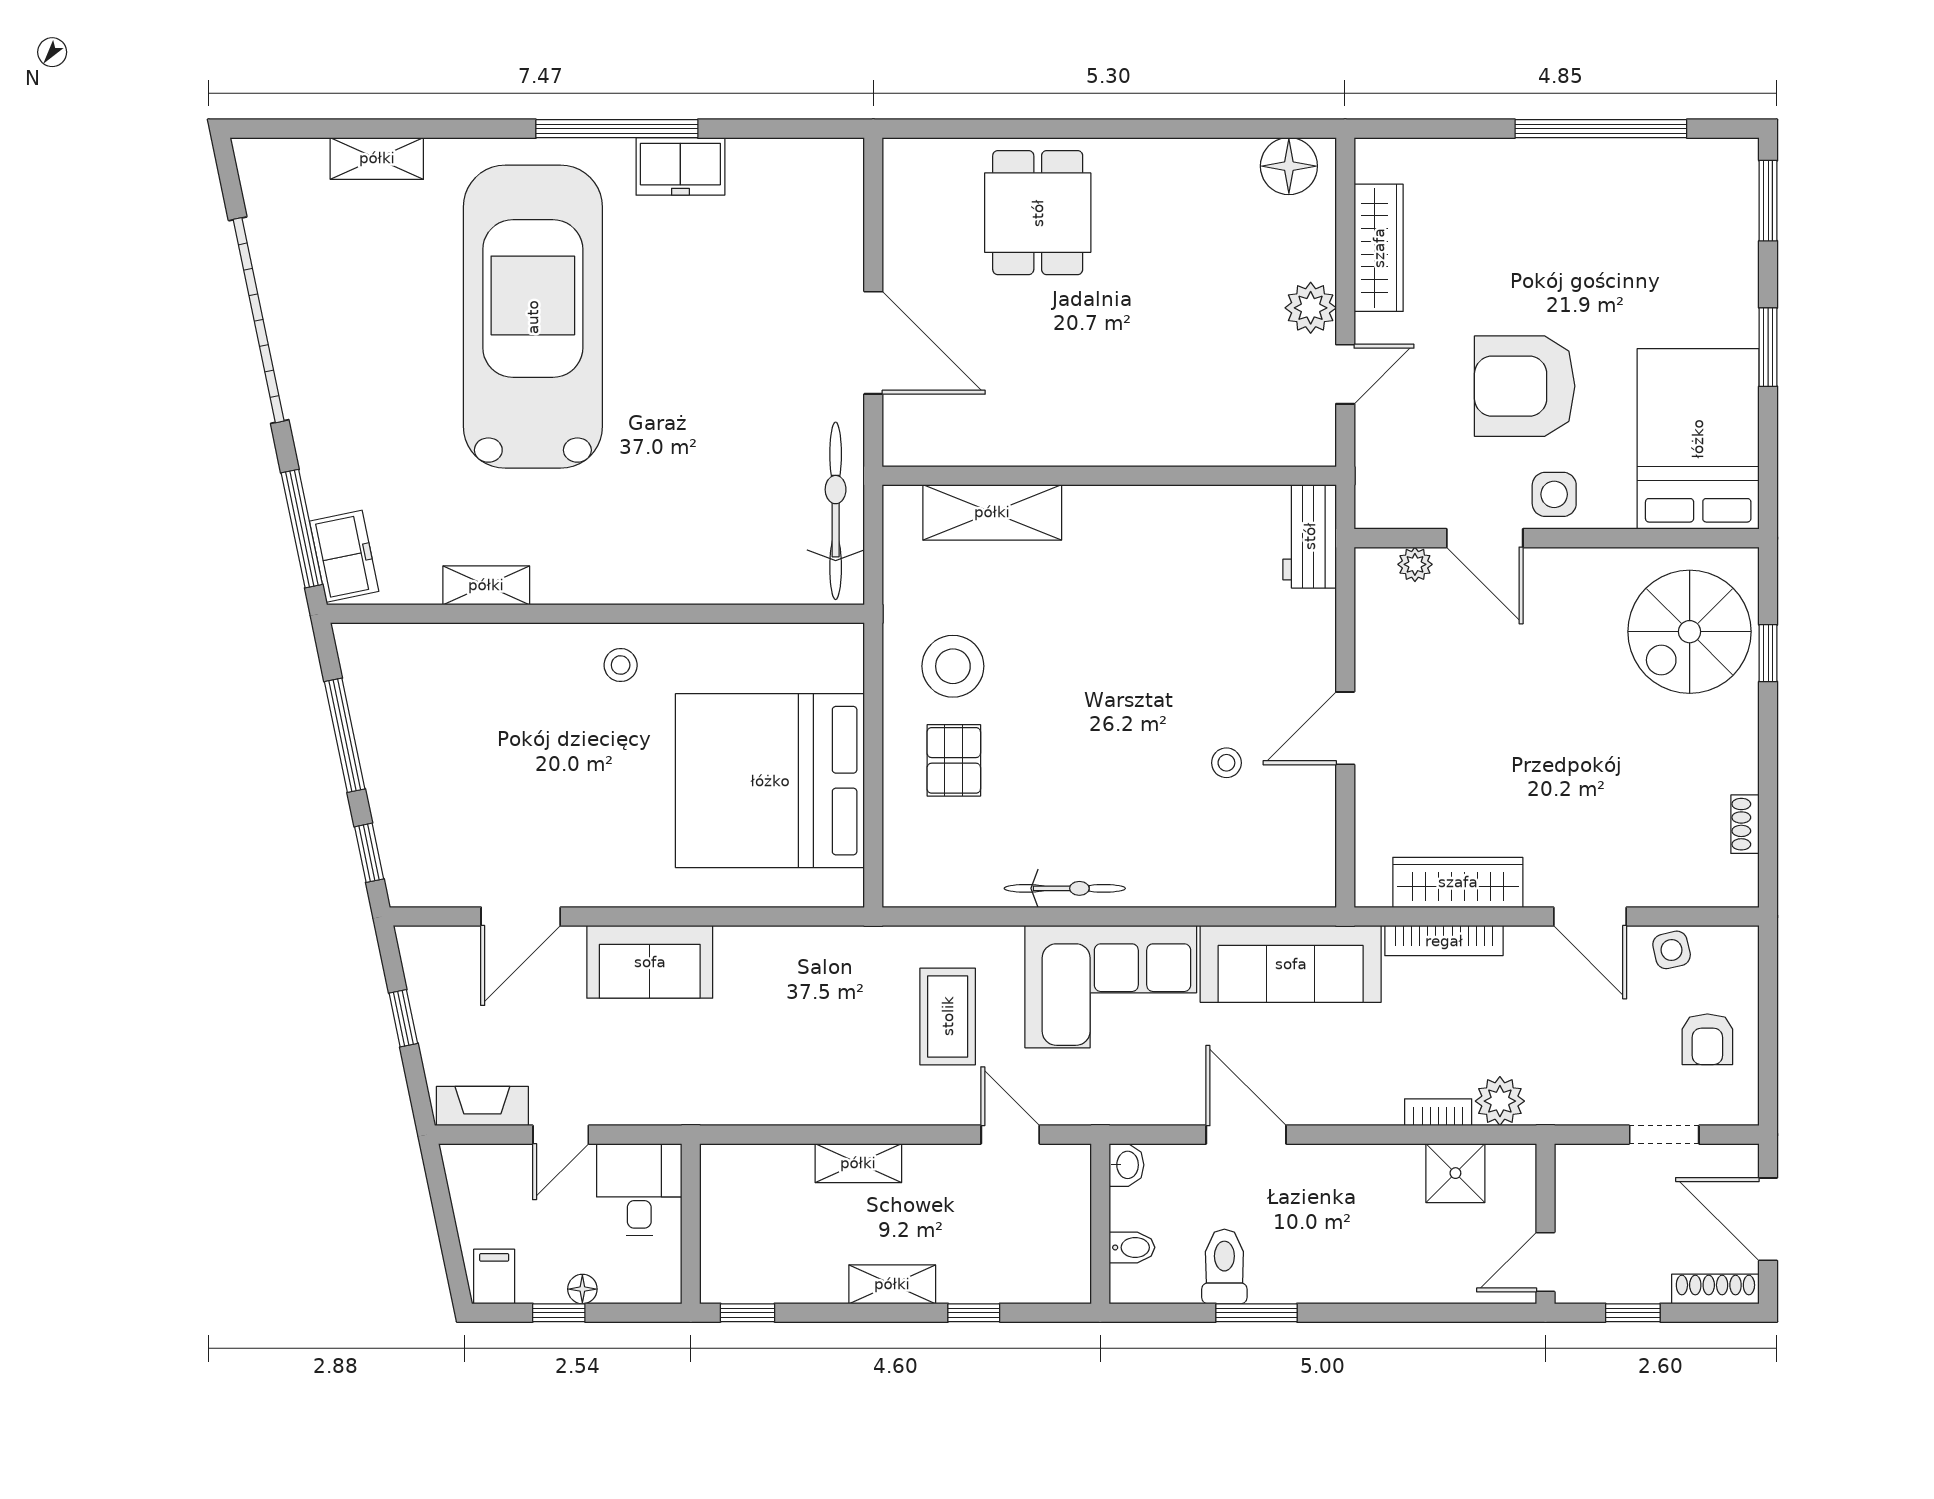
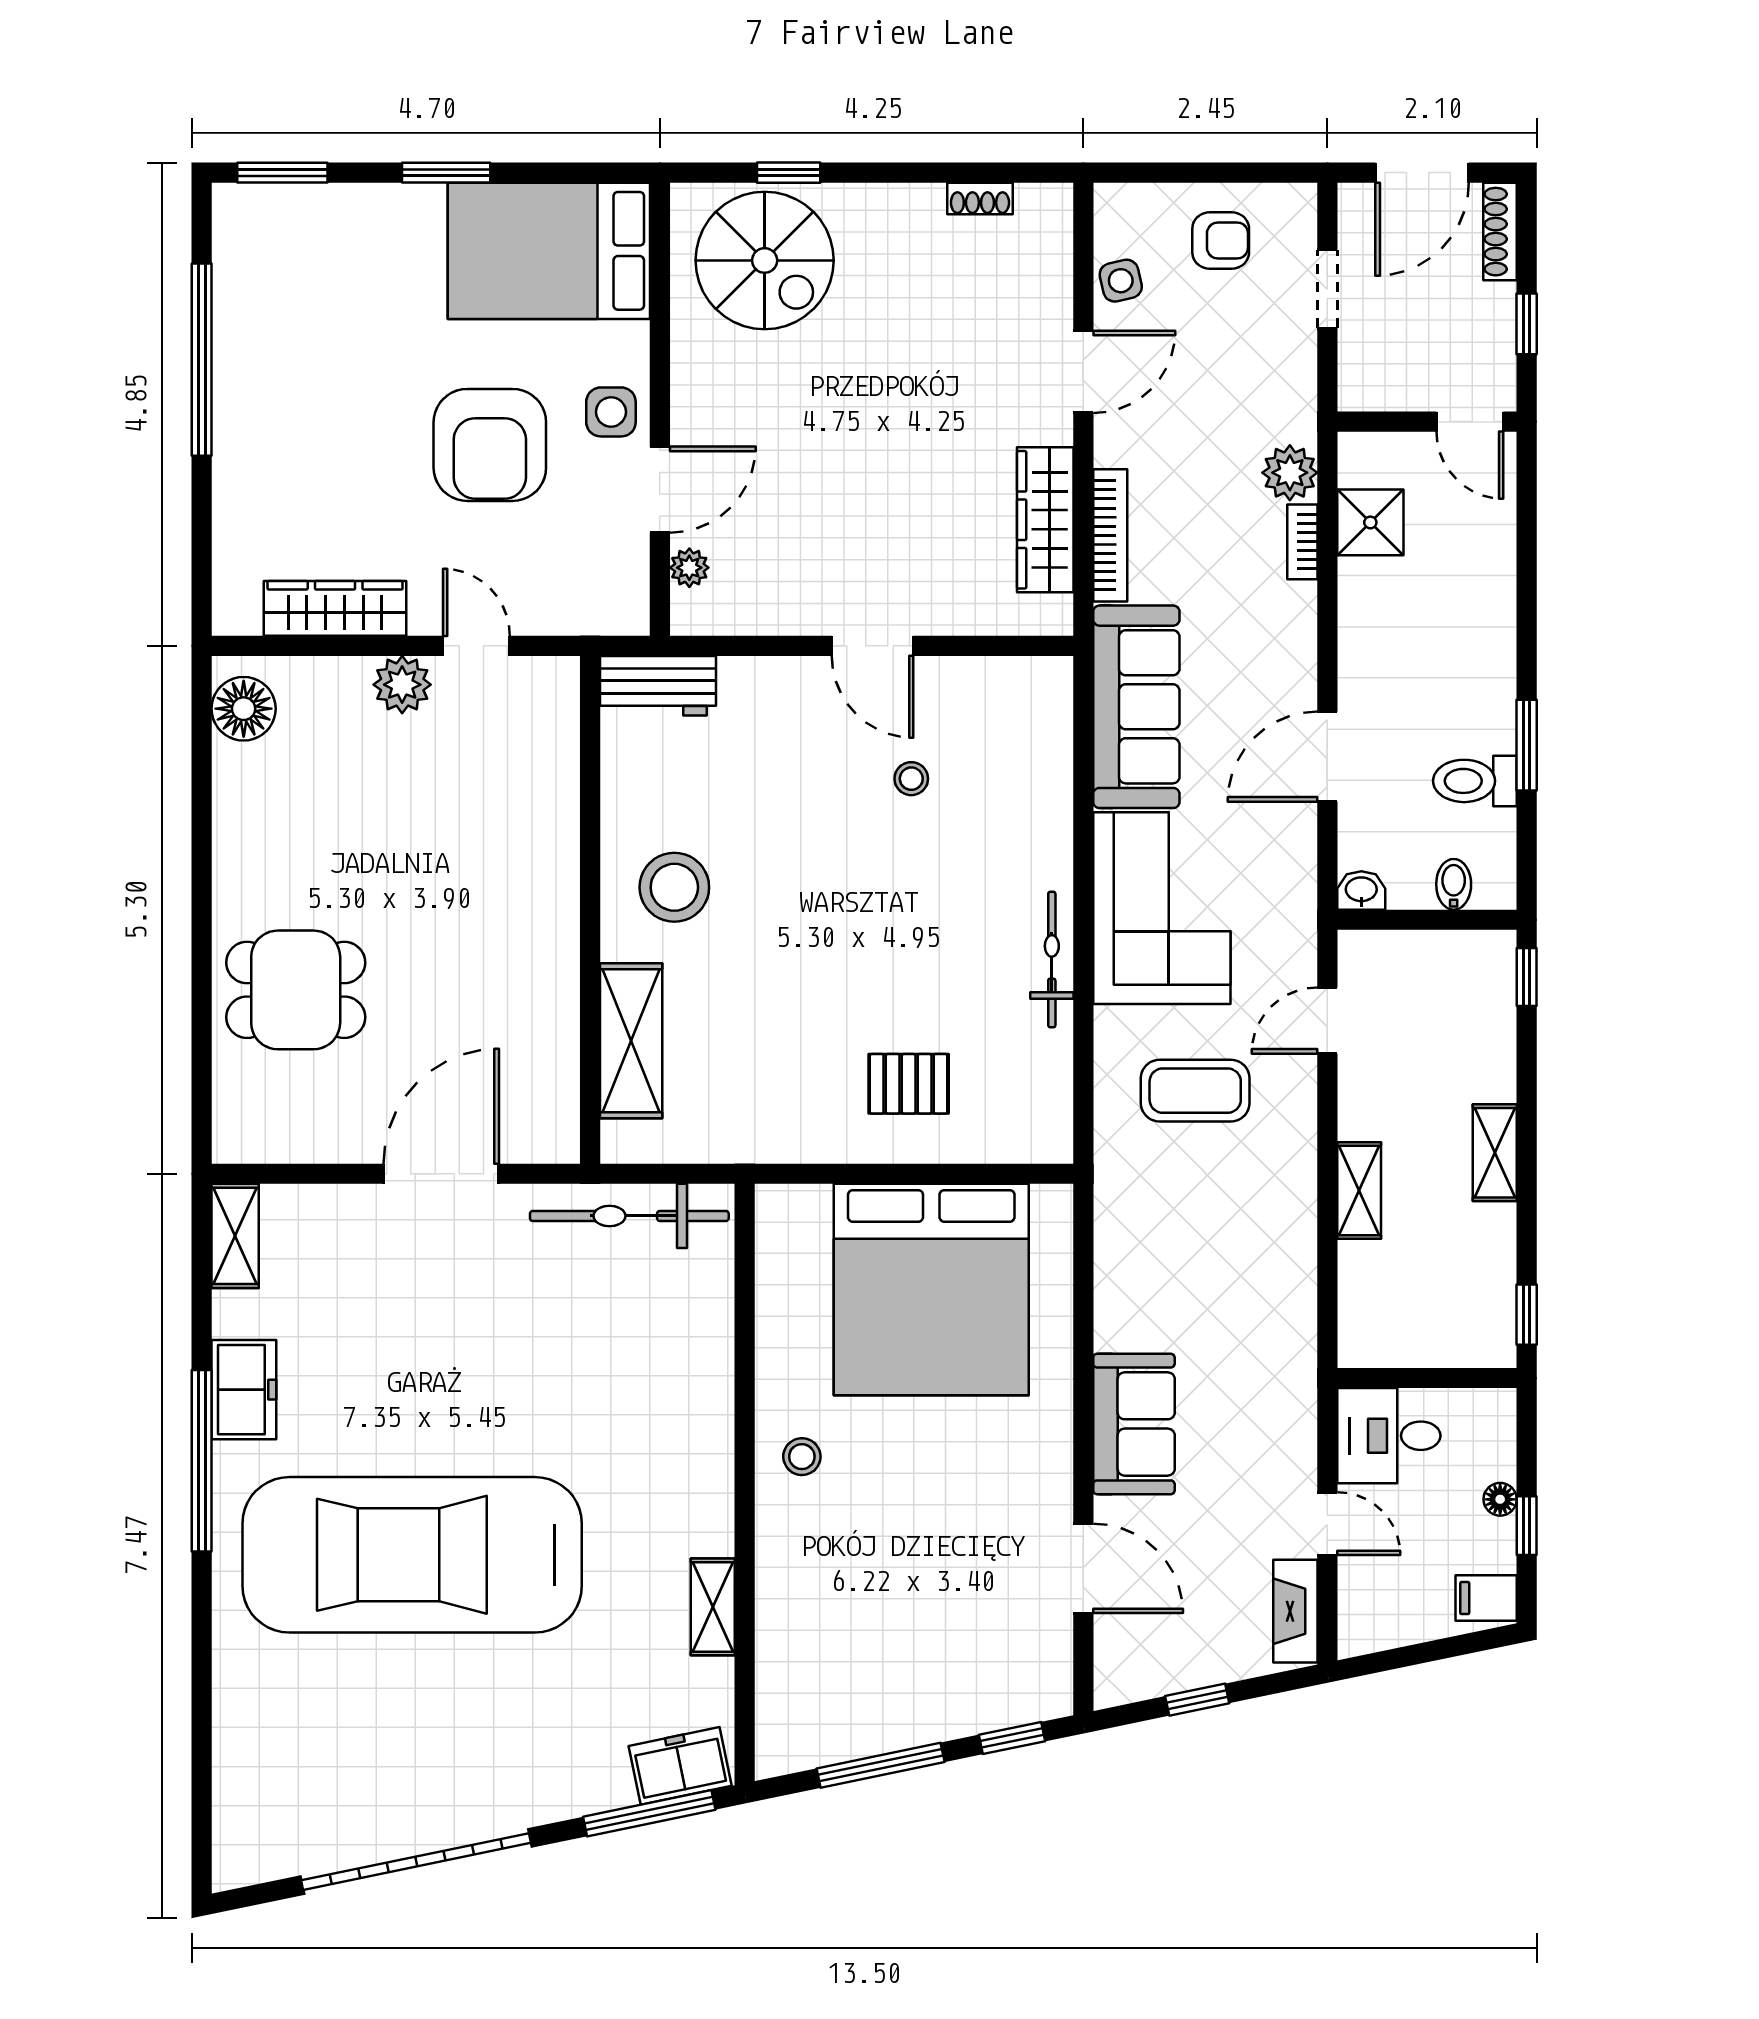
shelving: (377, 158) -> (235, 1236), moved
stool: (953, 666) -> (674, 887), moved
window: (974, 1313) -> (1527, 977), moved

